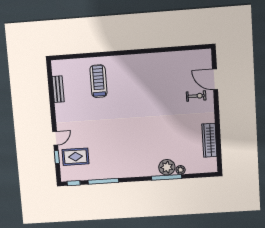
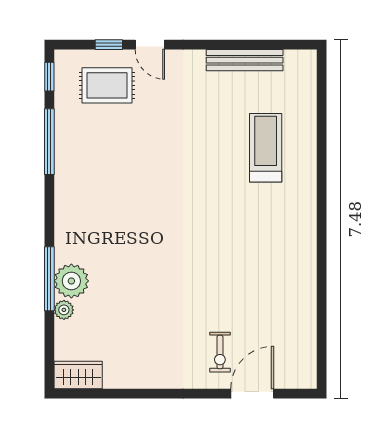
treadmill: (98, 81) -> (266, 148), turned -90
bench: (58, 89) -> (245, 60), width x1.36
wardrobe: (209, 140) -> (78, 375), moved, width x0.67
rug: (75, 157) -> (107, 85), turned 90

